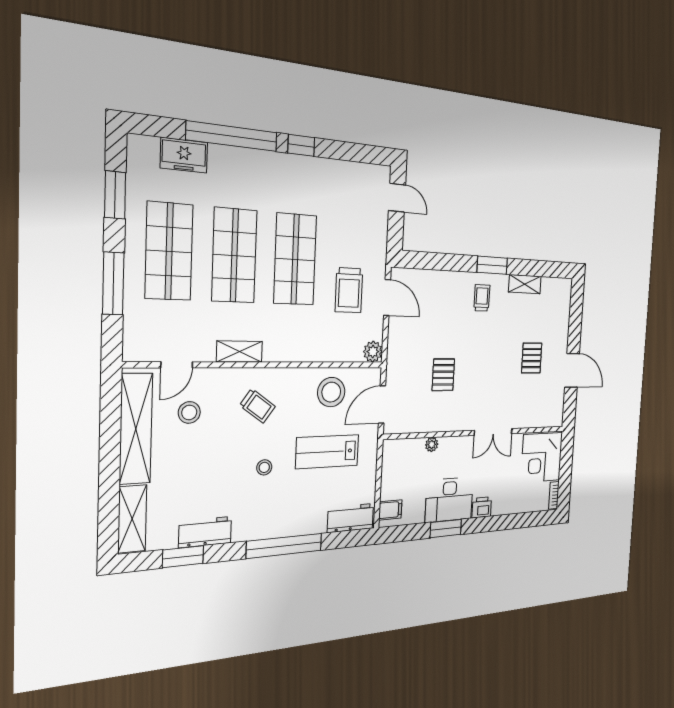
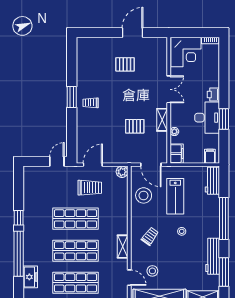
door: (397, 198) -> (57, 161), moved
shelving: (525, 284) -> (162, 120), moved
filing cabinet: (397, 450) -> (177, 154), added
workbench: (205, 532) -> (213, 256), width x1.38
window: (183, 557) -> (224, 272), width x1.44

